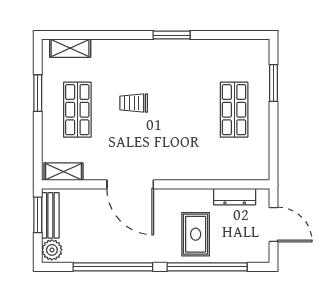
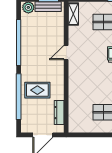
door: (130, 184) -> (66, 52), width x0.53

